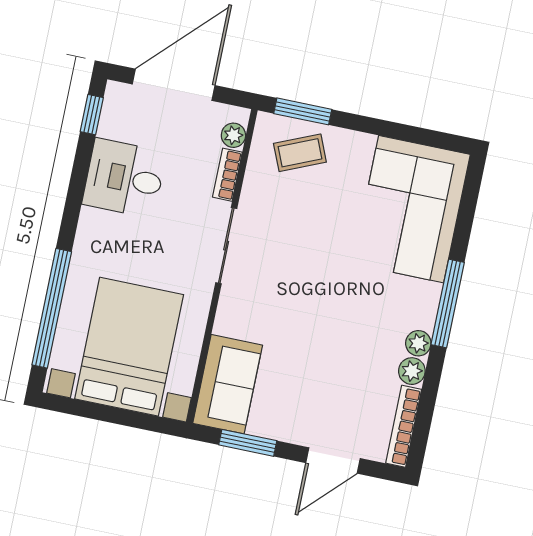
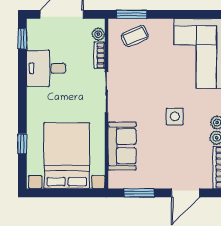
window: (52, 308) -> (22, 144), width x0.32
side table: (343, 316) -> (175, 116), added
sofa: (228, 384) -> (122, 146), moved

